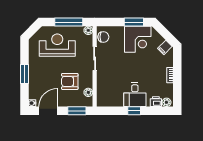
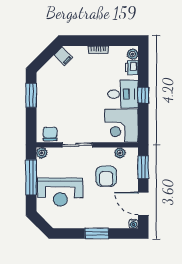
corner desk: (138, 39) -> (121, 126), moved, turned 180
reception desk: (57, 45) -> (60, 192), turned -90

